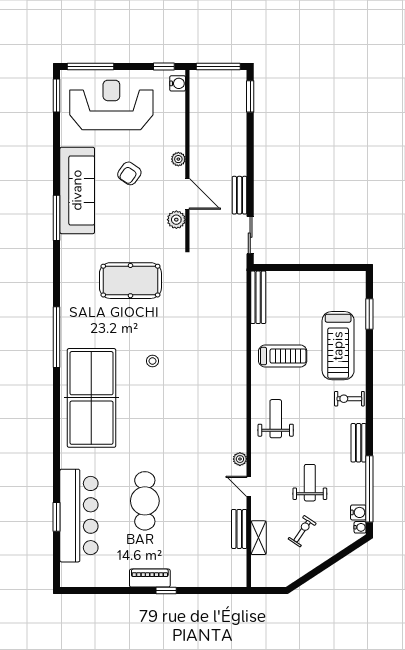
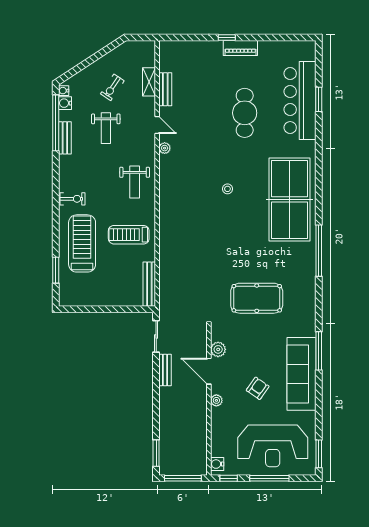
window: (90, 66) -> (269, 478), moved
stool: (152, 361) -> (227, 189), moved
bench: (359, 443) -> (65, 138), moved

